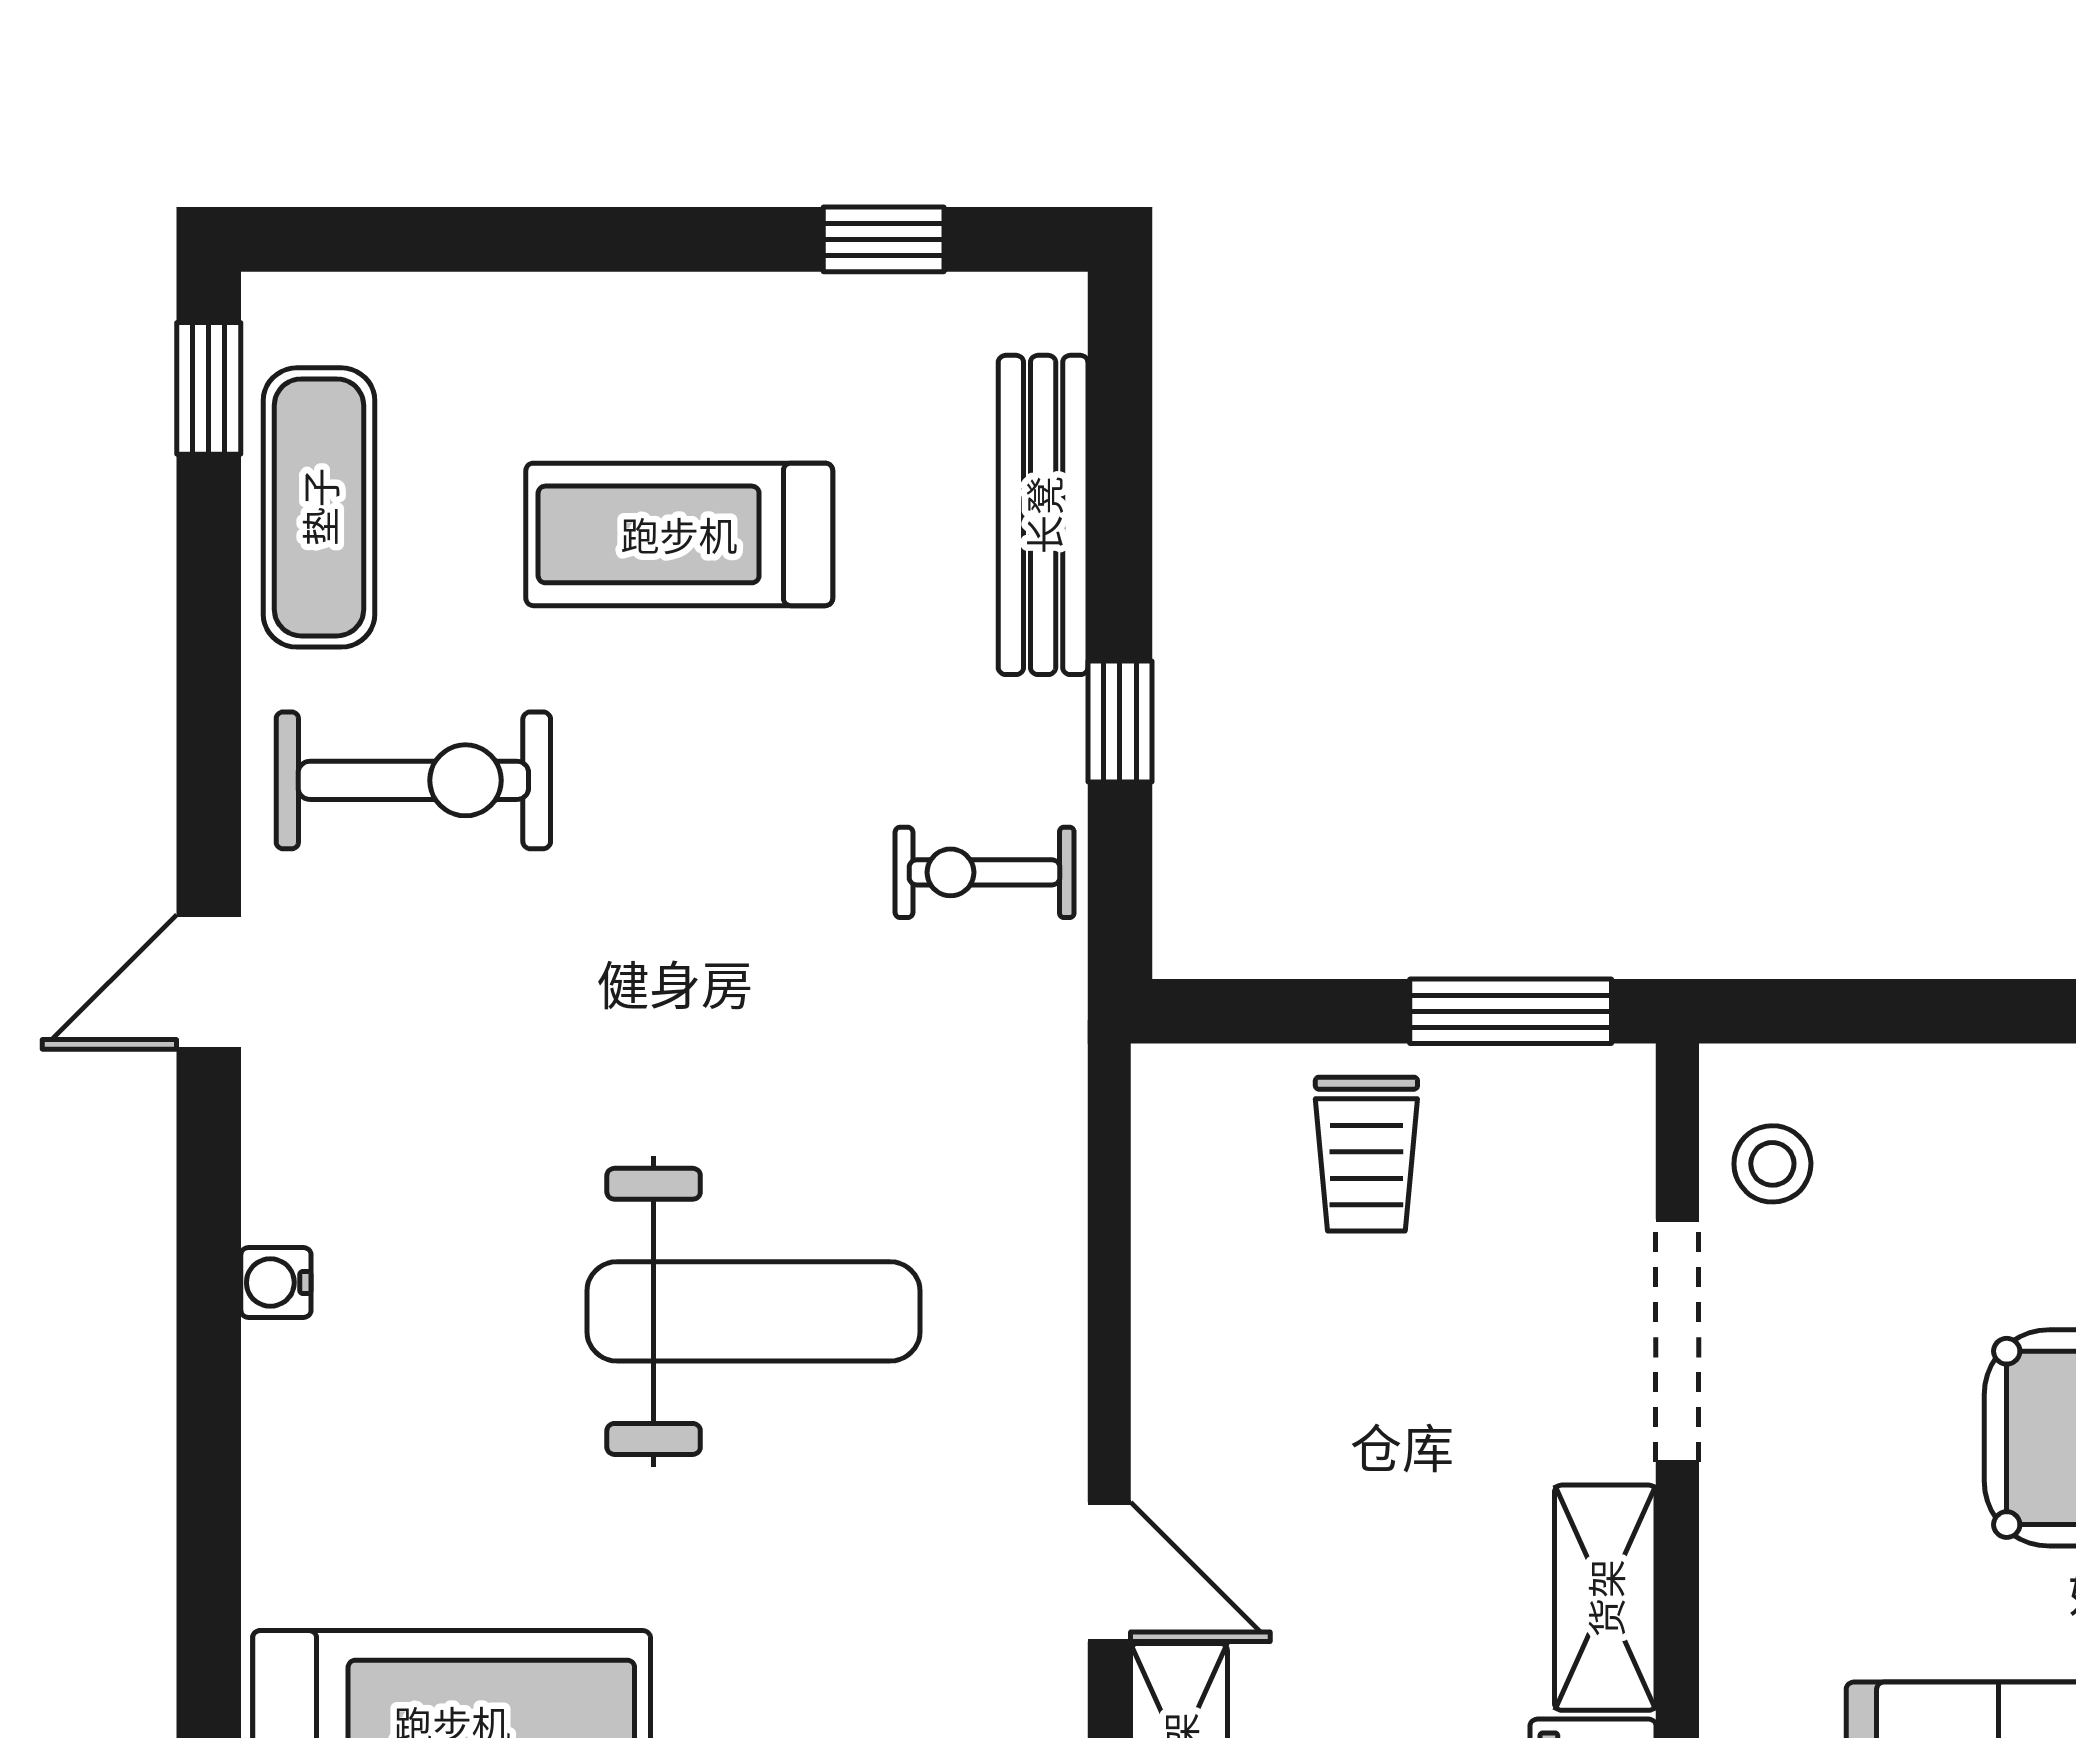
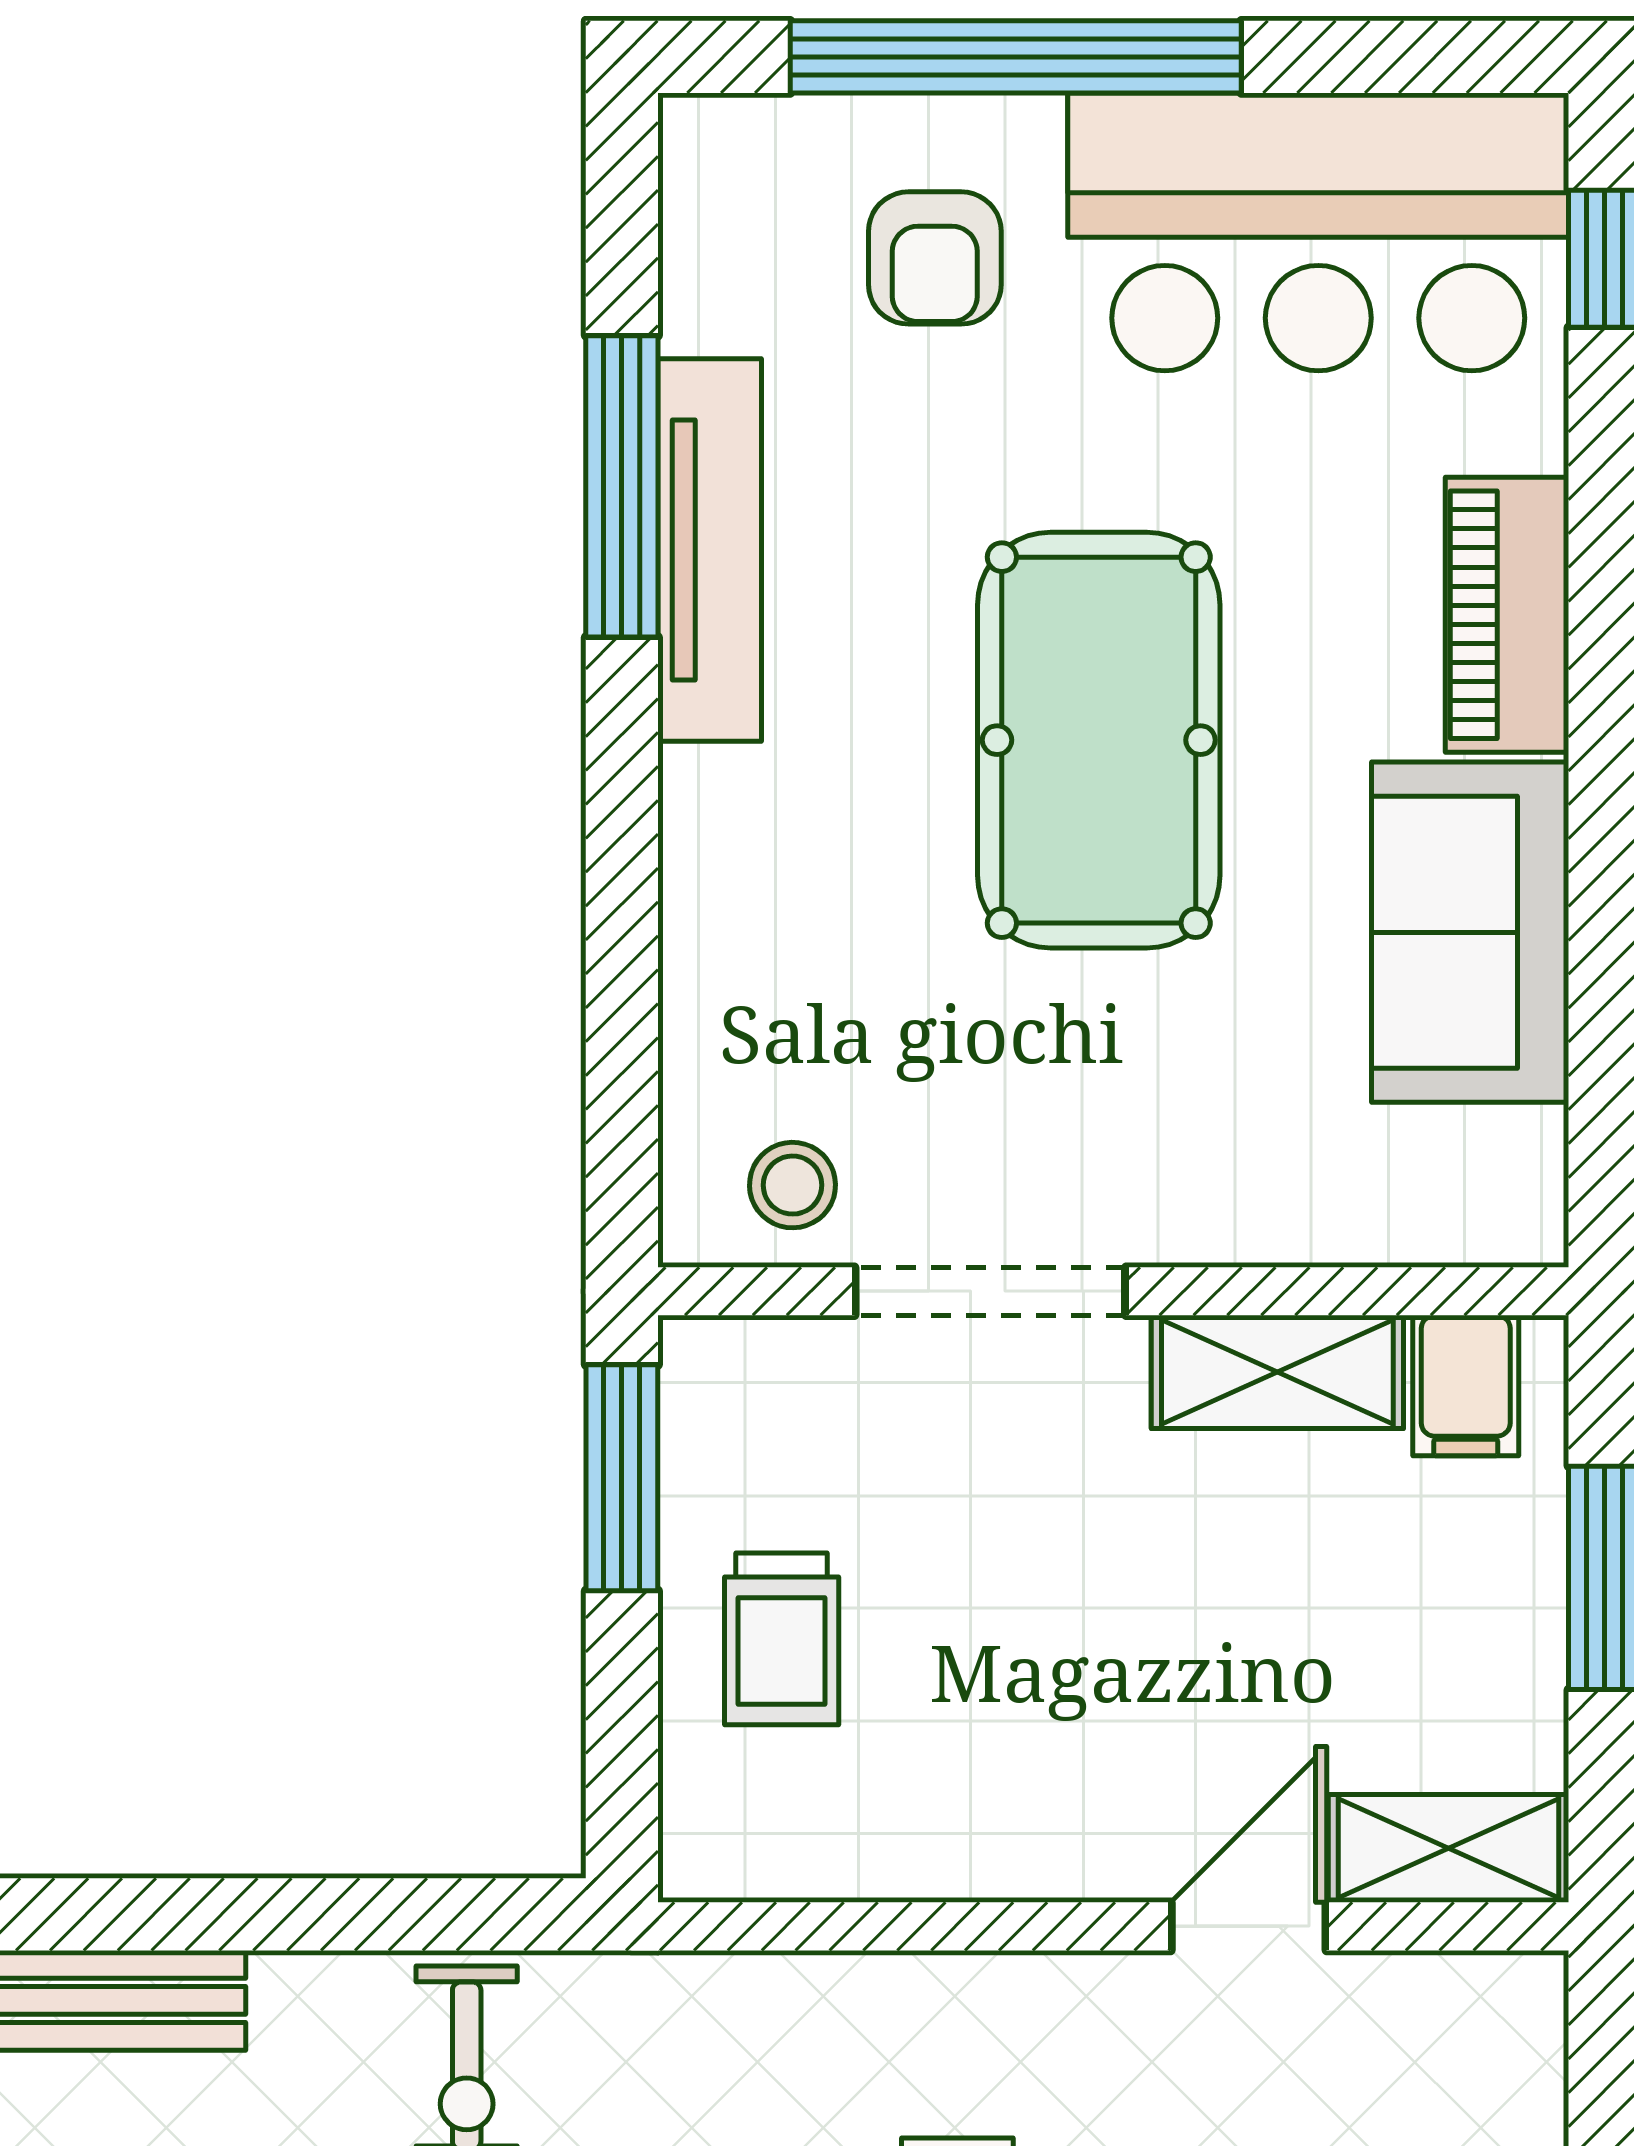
window: (1120, 721) -> (298, 1914), removed
trolley: (1366, 1154) -> (782, 1639), turned 90

